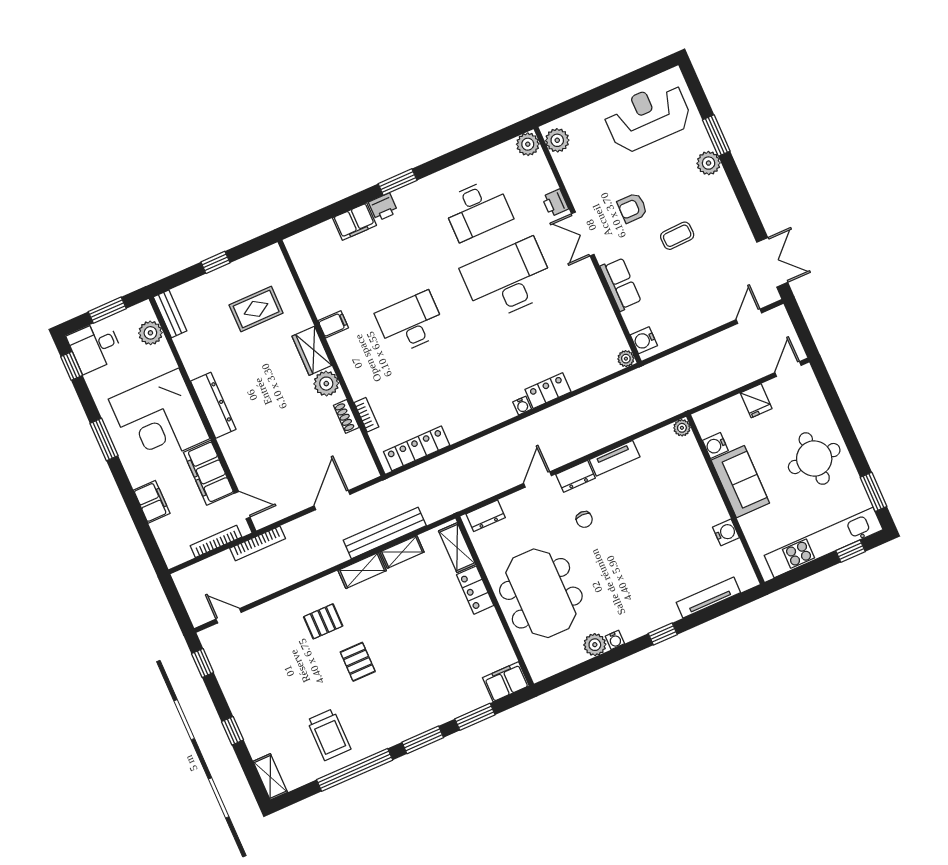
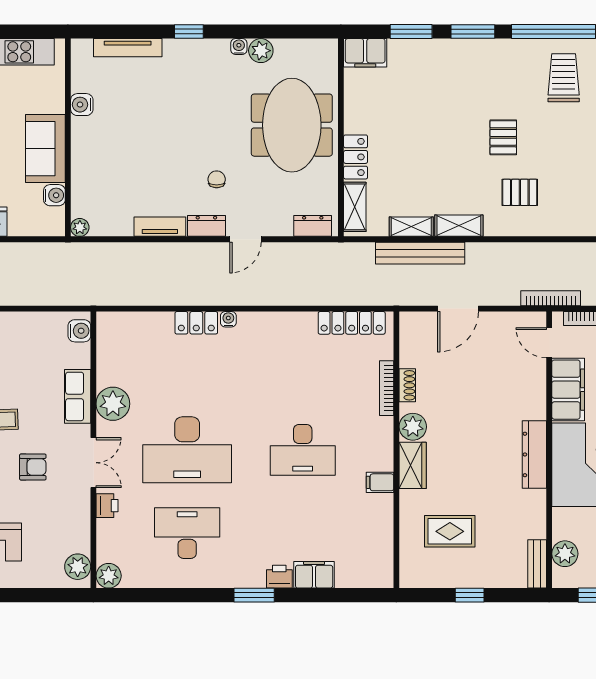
plant: (626, 359) -> (113, 404), moved, width x1.88, depth x1.88
bookcase: (366, 415) -> (387, 388), width x1.56

